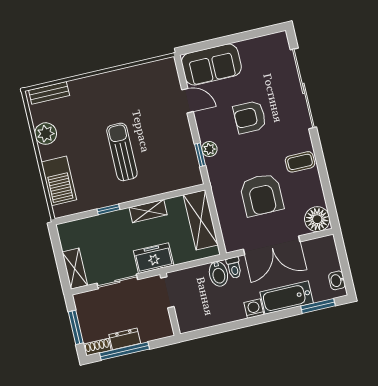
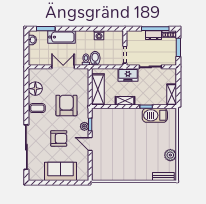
sofa: (211, 65) -> (61, 171), moved
door: (187, 101) -> (90, 144), moved
sun lounger: (122, 152) -> (132, 136), removed
barbecue: (59, 181) -> (155, 115), moved, turned -90
armchair: (262, 195) -> (66, 105), moved
floor lamp: (317, 219) -> (35, 89), moved
double door: (272, 245) -> (63, 67), width x0.73
shelving: (75, 269) -> (172, 95), moved
washing machine: (254, 309) -> (99, 35), moved

